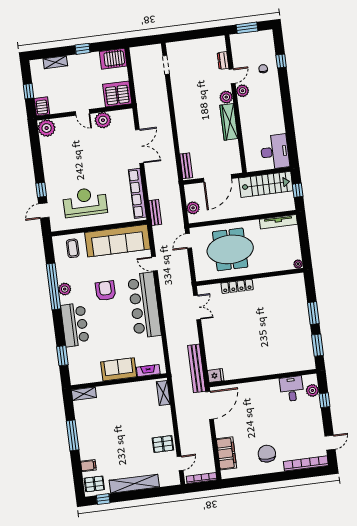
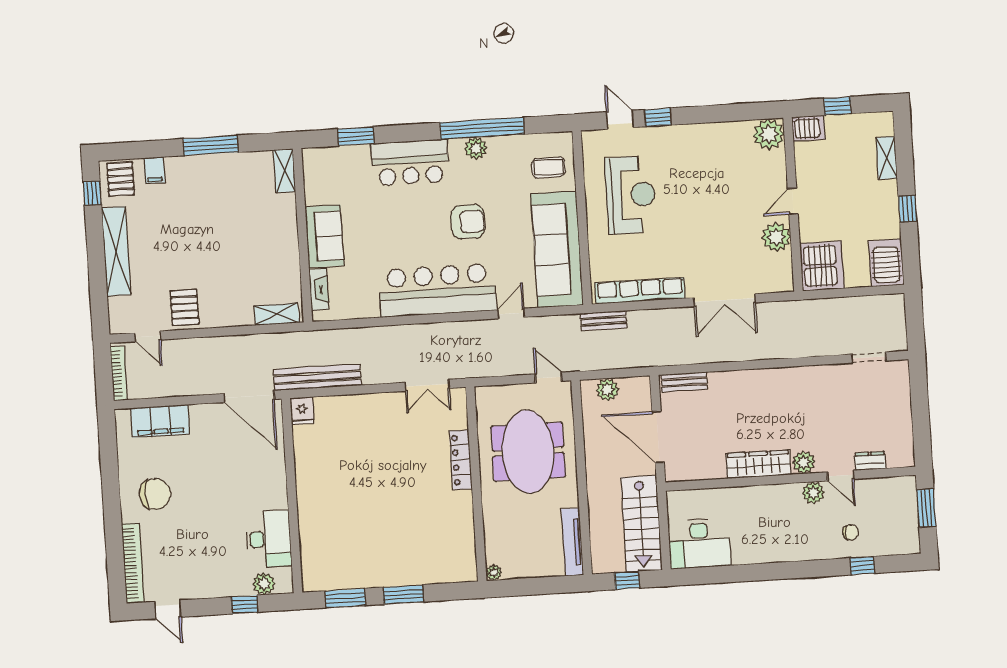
desk: (292, 389) -> (269, 539), width x1.37

